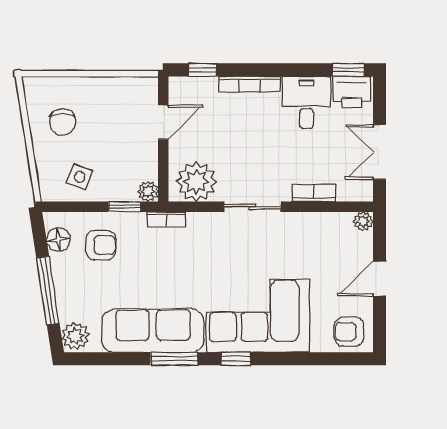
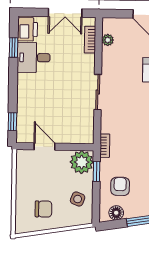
window: (348, 70) -> (14, 48), moved
bookcase: (249, 84) -> (22, 93), removed
plant: (196, 182) -> (82, 127), removed
plant: (148, 191) -> (82, 162), width x1.87, depth x1.87
bookcase: (314, 193) -> (90, 40), moved
plant: (363, 221) -> (108, 40), moved

